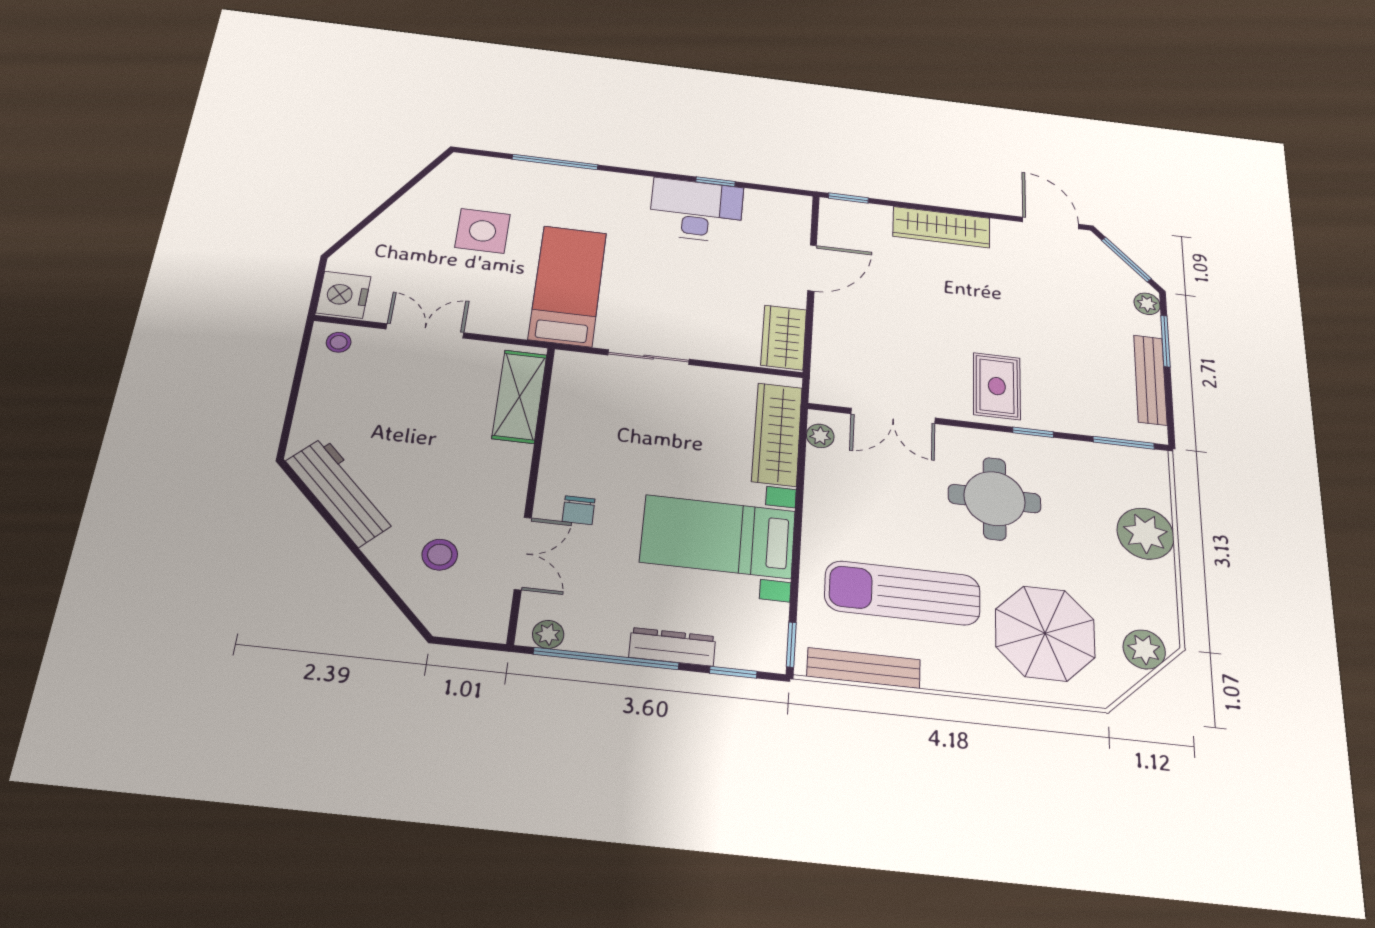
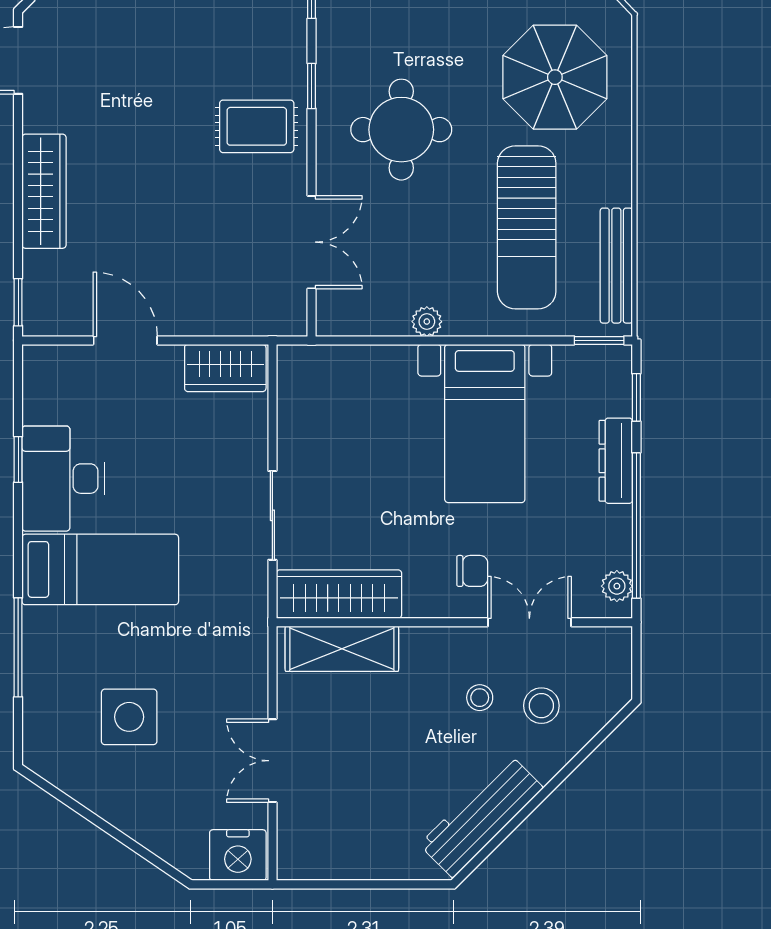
bed: (568, 286) -> (100, 569), moved, turned 180
stool: (339, 342) -> (480, 698), moved
wardrobe: (777, 434) -> (339, 594), moved, turned 180
plant: (820, 436) -> (427, 322), moved

